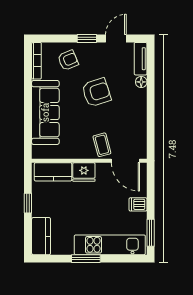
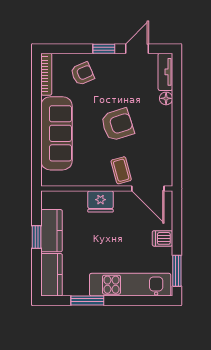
armchair: (96, 92) -> (117, 125), moved
kitchen counter: (53, 172) -> (52, 231), moved, turned -90
window: (86, 259) -> (87, 300), moved

